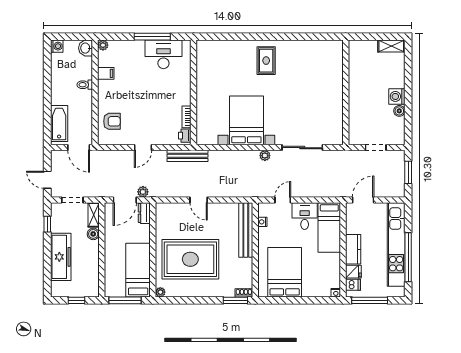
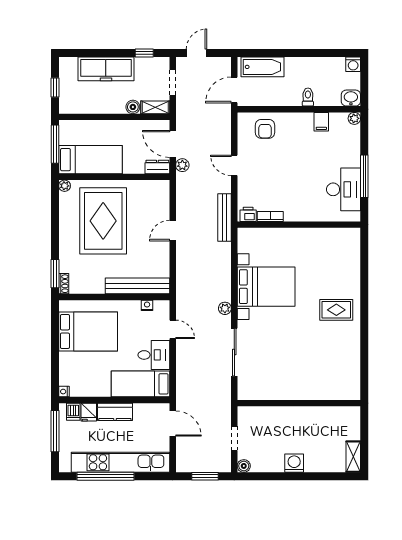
boiler: (399, 111) -> (244, 466), moved

